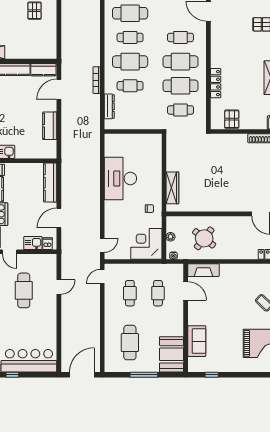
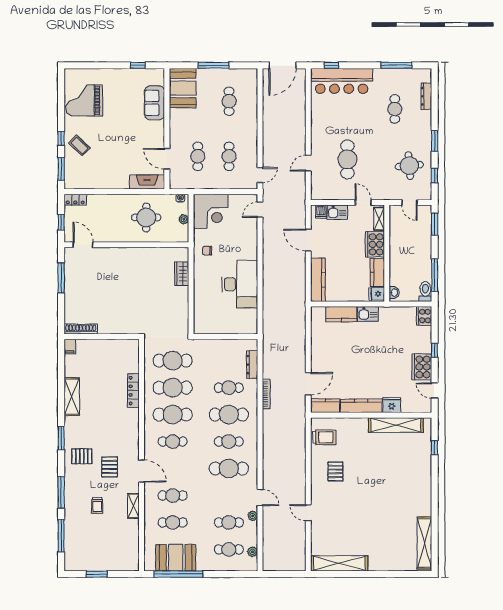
trolley: (45, 41) -> (324, 437), added
cafe table: (180, 110) -> (173, 361), width x1.37, depth x1.35
pallet: (232, 119) -> (110, 467), moved
kitchen counter: (50, 126) -> (341, 314), moved, turned 90
wardrobe: (172, 188) -> (182, 274), width x0.67
door: (59, 218) -> (308, 240), swing flipped
round table: (204, 238) -> (146, 217), turned -38
cafe table: (130, 343) -> (229, 101), width x0.73, depth x0.74
window: (12, 375) -> (331, 65), moved

